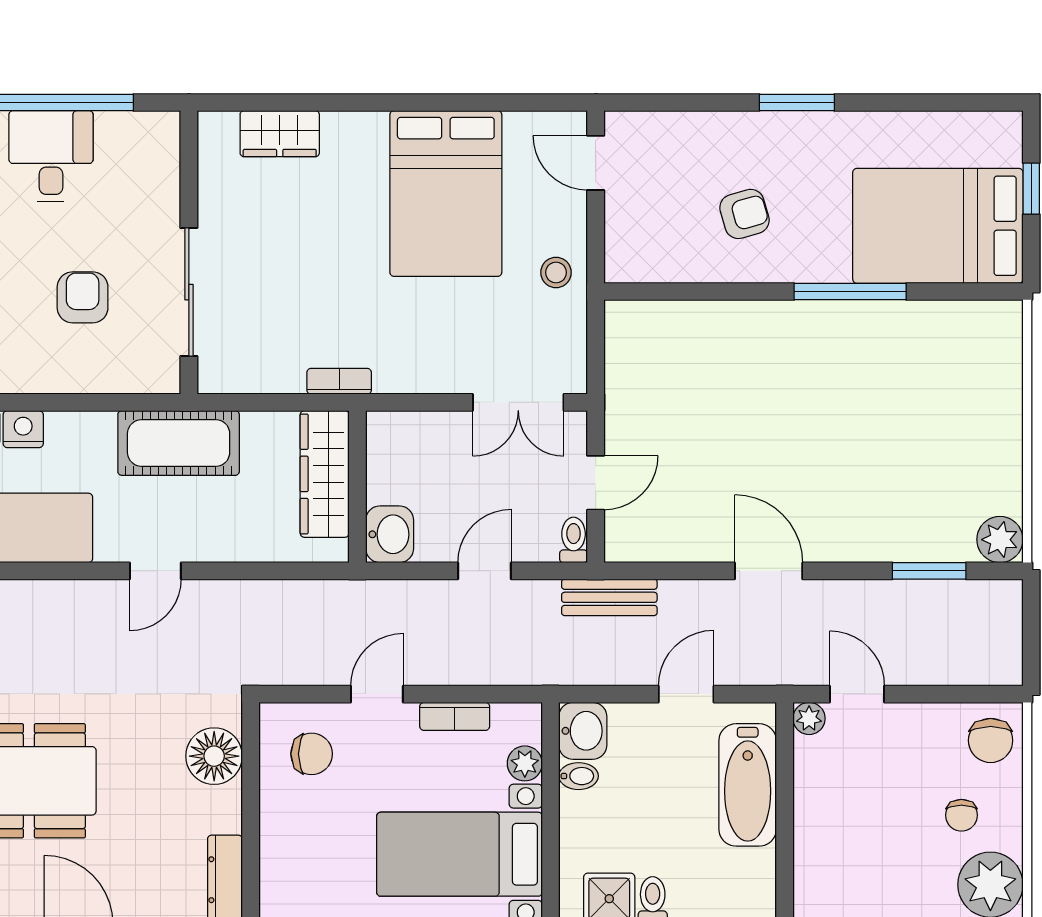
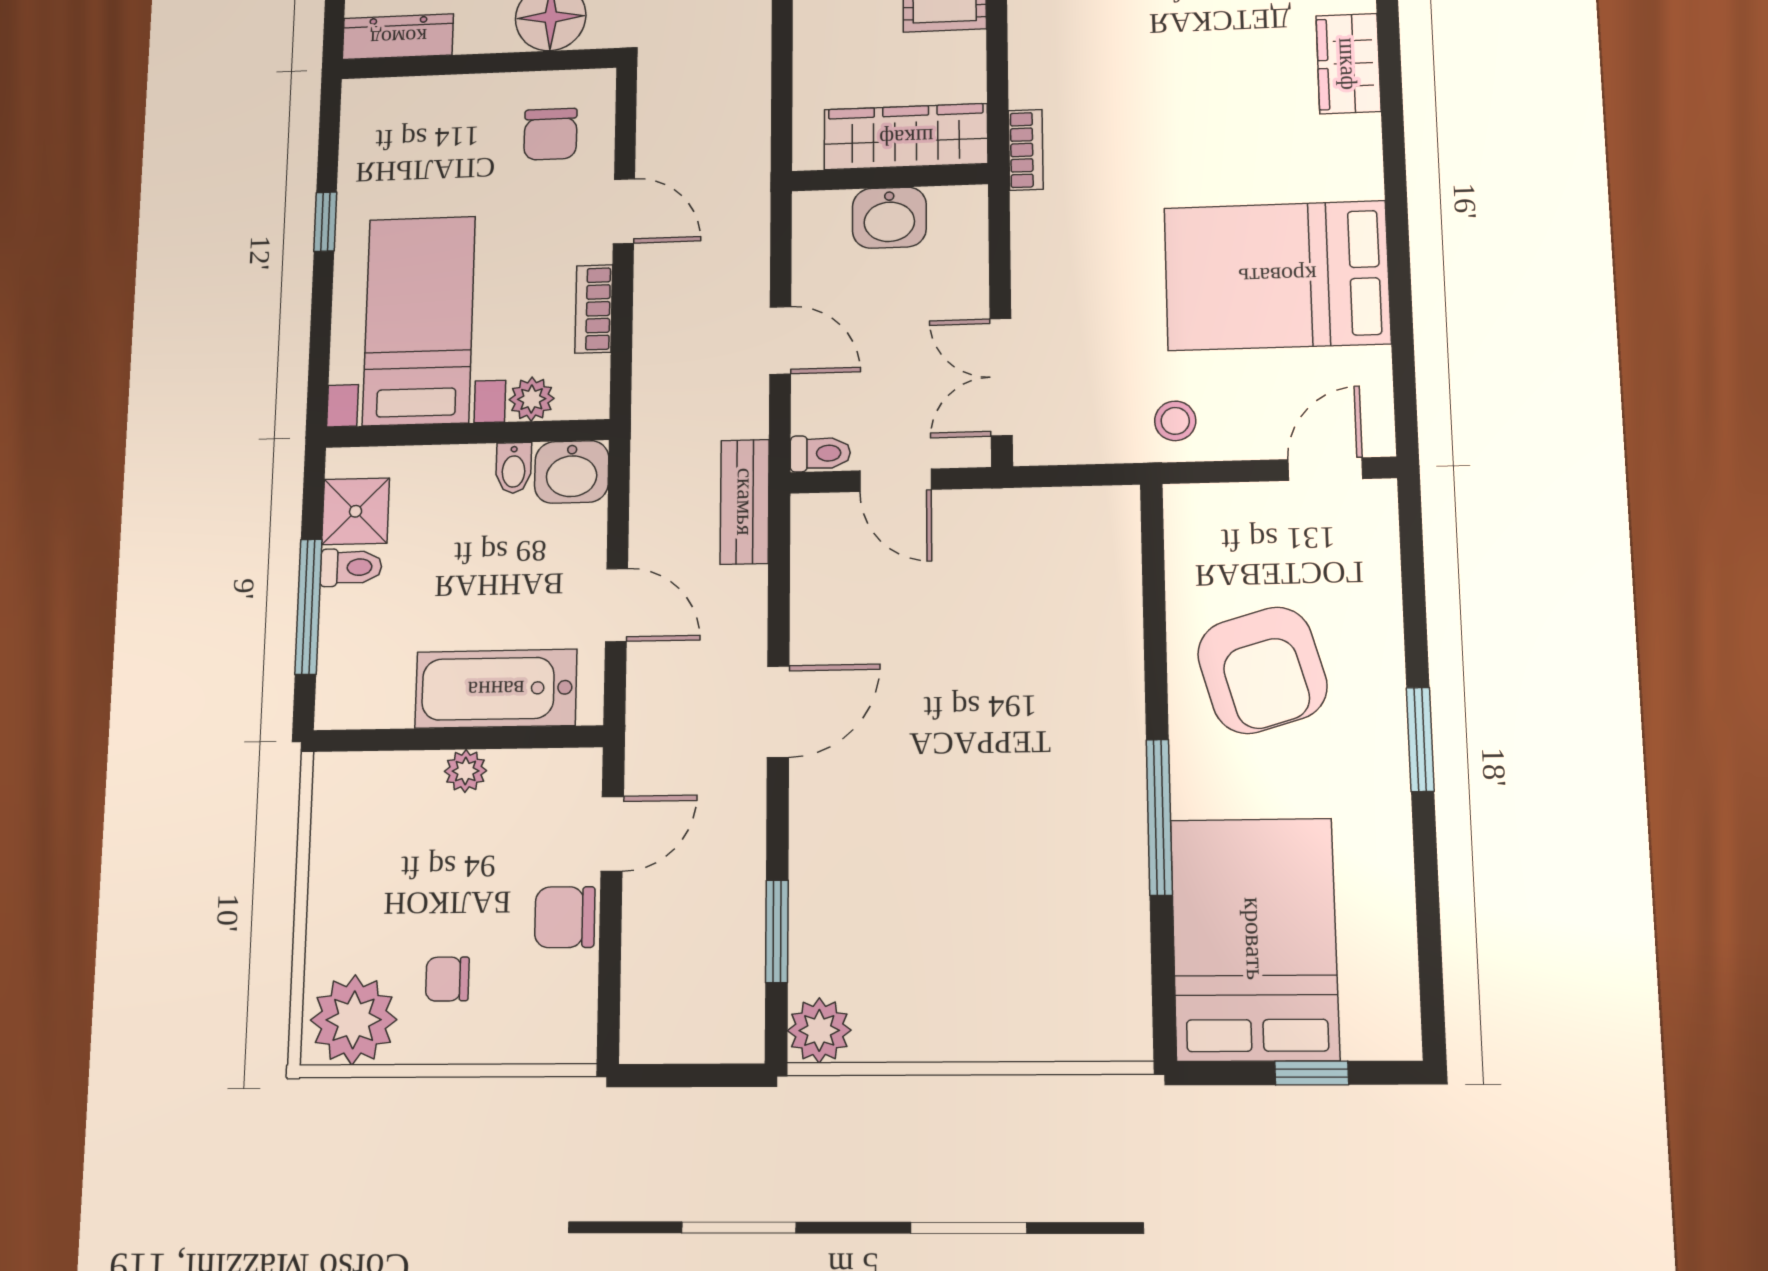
armchair: (744, 214) -> (1262, 670), width x1.88, depth x1.88
washbasin: (390, 534) -> (889, 218), moved
plant: (809, 718) -> (466, 771), moved
chair: (991, 740) -> (565, 917), moved

